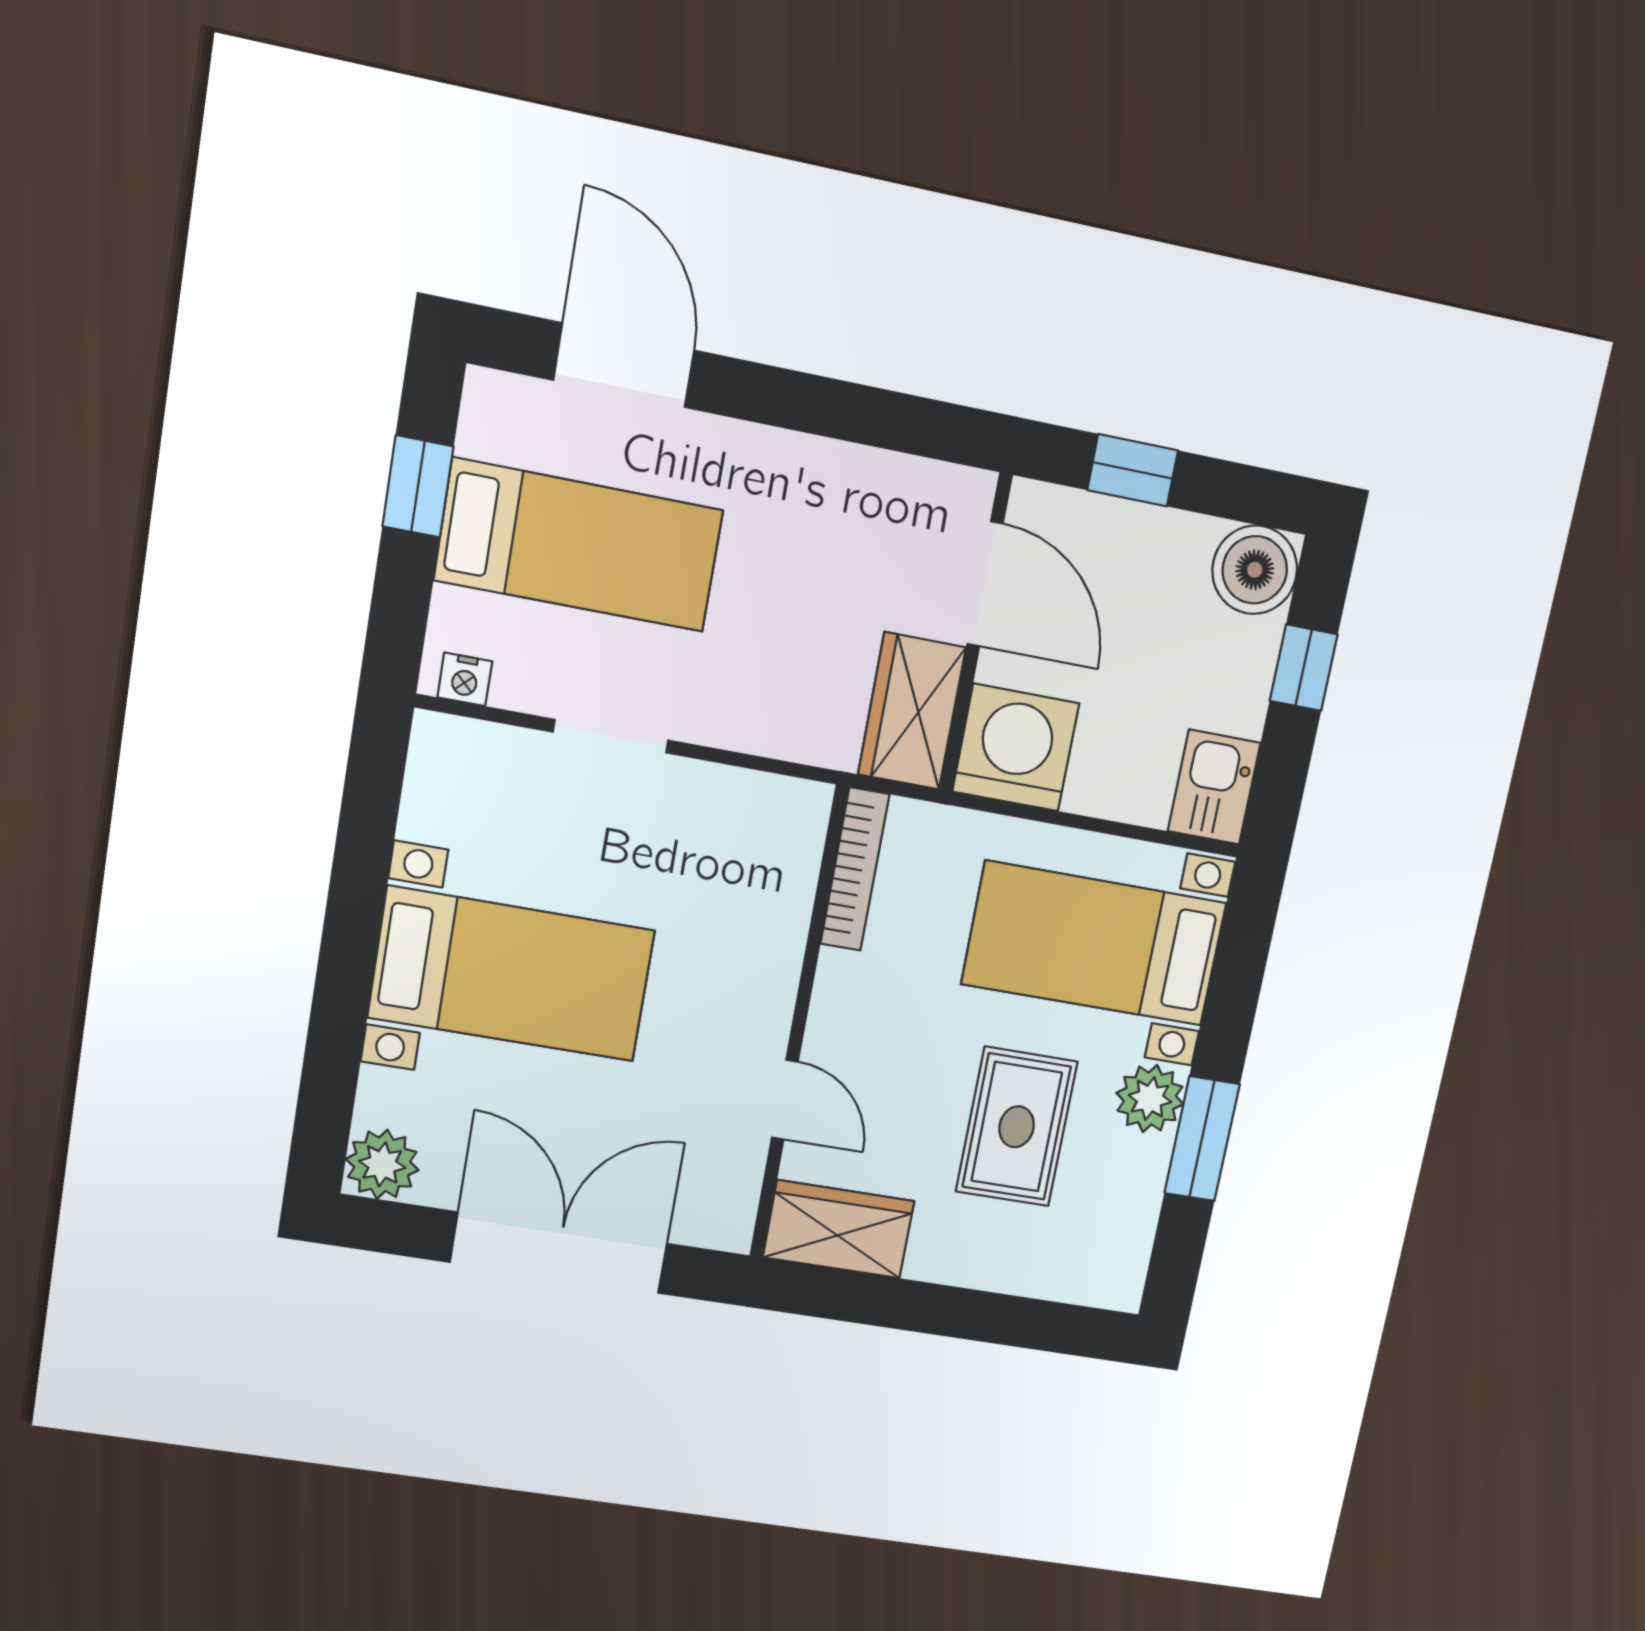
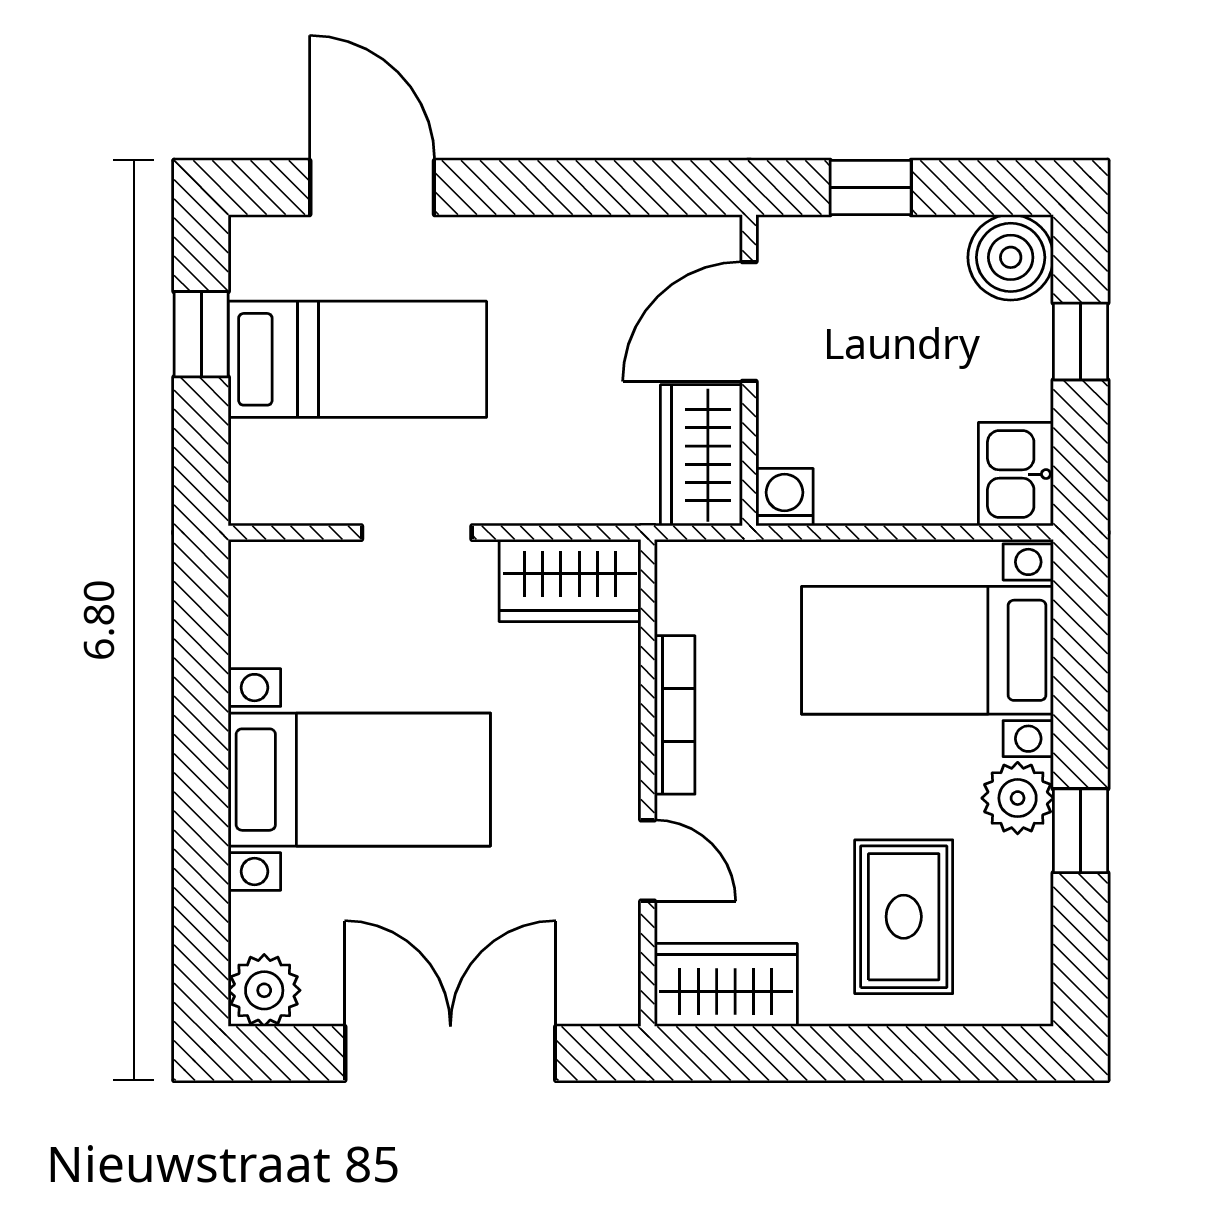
door: (985, 584) -> (749, 321), swing flipped
nightstand: (465, 679) -> (271, 504), removed
washing machine: (1016, 748) -> (785, 497), width x0.53, depth x0.53
wardrobe: (758, 813) -> (570, 580), added
bookcase: (855, 869) -> (675, 715), moved
rug: (1017, 1127) -> (904, 917), moved
window: (1202, 1139) -> (1081, 831), width x0.67

